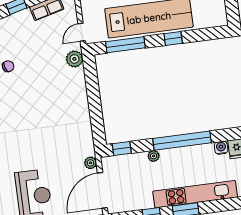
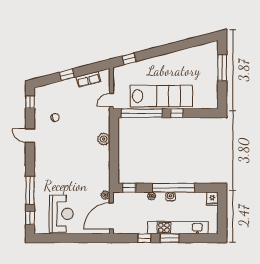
window: (125, 45) -> (142, 113), width x1.46
plant: (74, 59) -> (104, 139), moved
water cooler: (221, 148) -> (170, 197), moved

